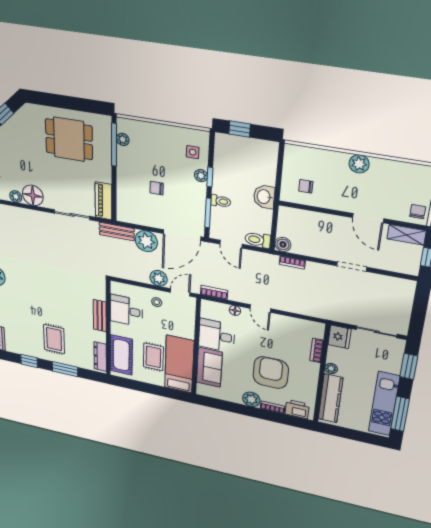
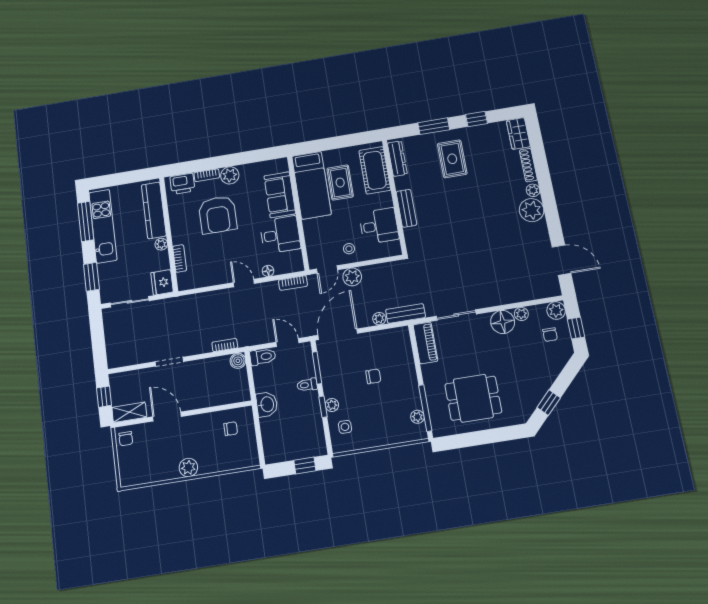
plant: (146, 241) -> (379, 319), width x0.53, depth x0.53

